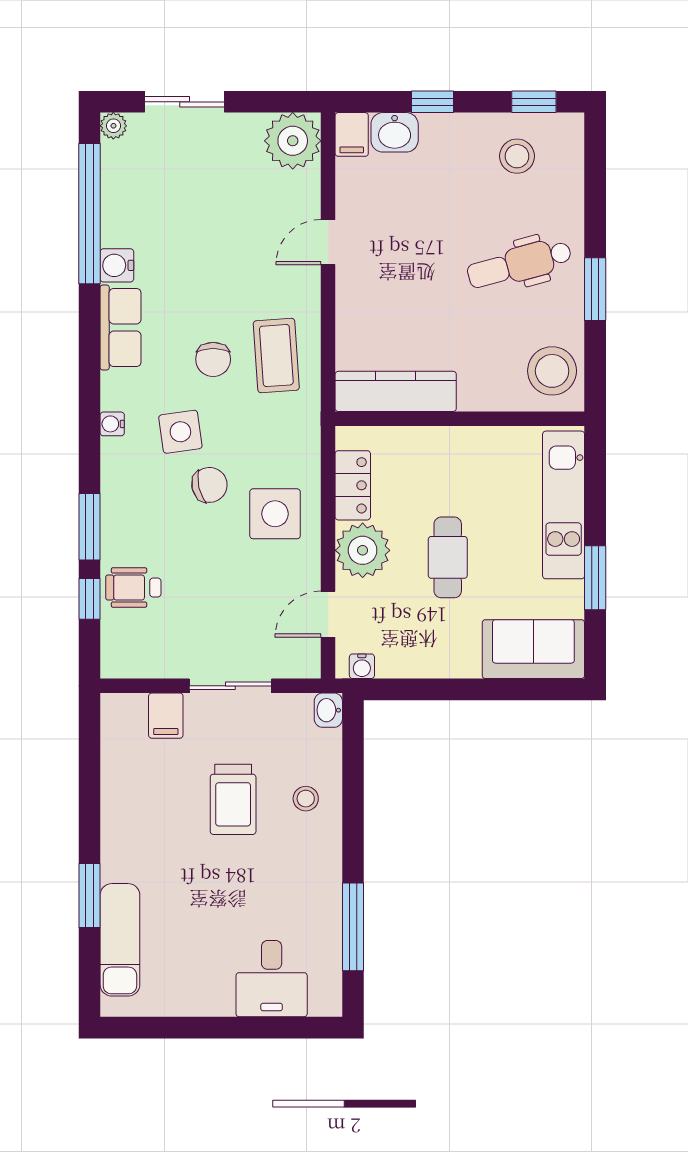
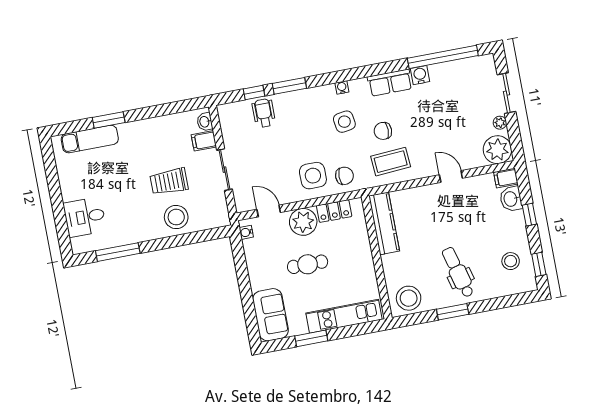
plant: (113, 126) -> (500, 123), moved
chair: (209, 485) -> (344, 176), moved, turned -77
washbasin: (328, 710) -> (205, 122), moved, turned -90
stool: (306, 799) -> (176, 217), width x1.89, depth x1.89

